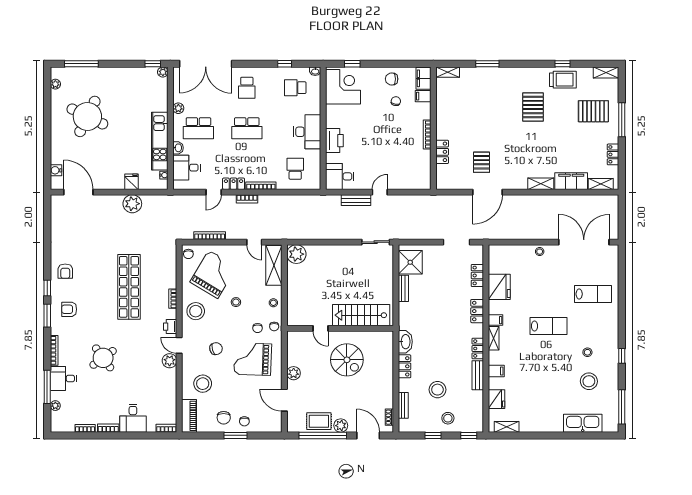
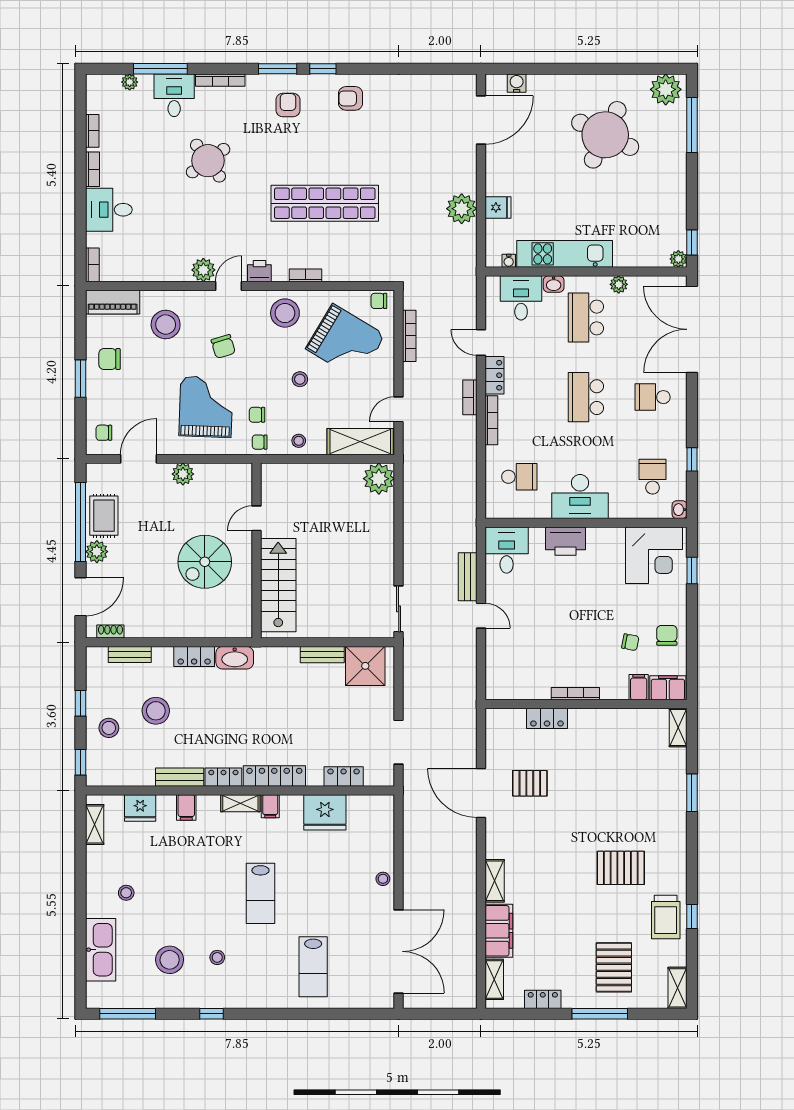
plant: (55, 84) -> (666, 89), width x1.87, depth x1.87
locker: (477, 311) -> (274, 776), width x1.53
stool: (548, 408) -> (126, 893), added
chair: (244, 421) -> (104, 433), moved

